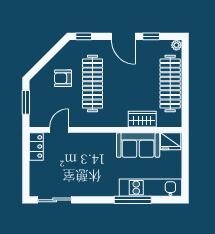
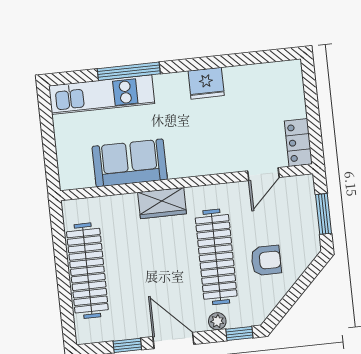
plant: (176, 45) -> (217, 321), moved
wardrobe: (142, 119) -> (162, 203), moved
fridge: (171, 141) -> (206, 83), moved, turned 180
sliding door: (55, 200) -> (258, 57), removed

